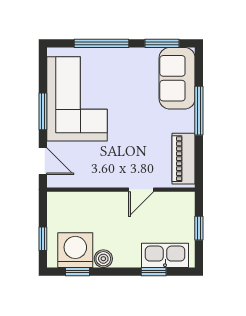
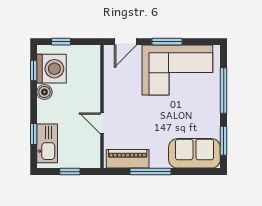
window: (199, 111) -> (150, 172), moved

